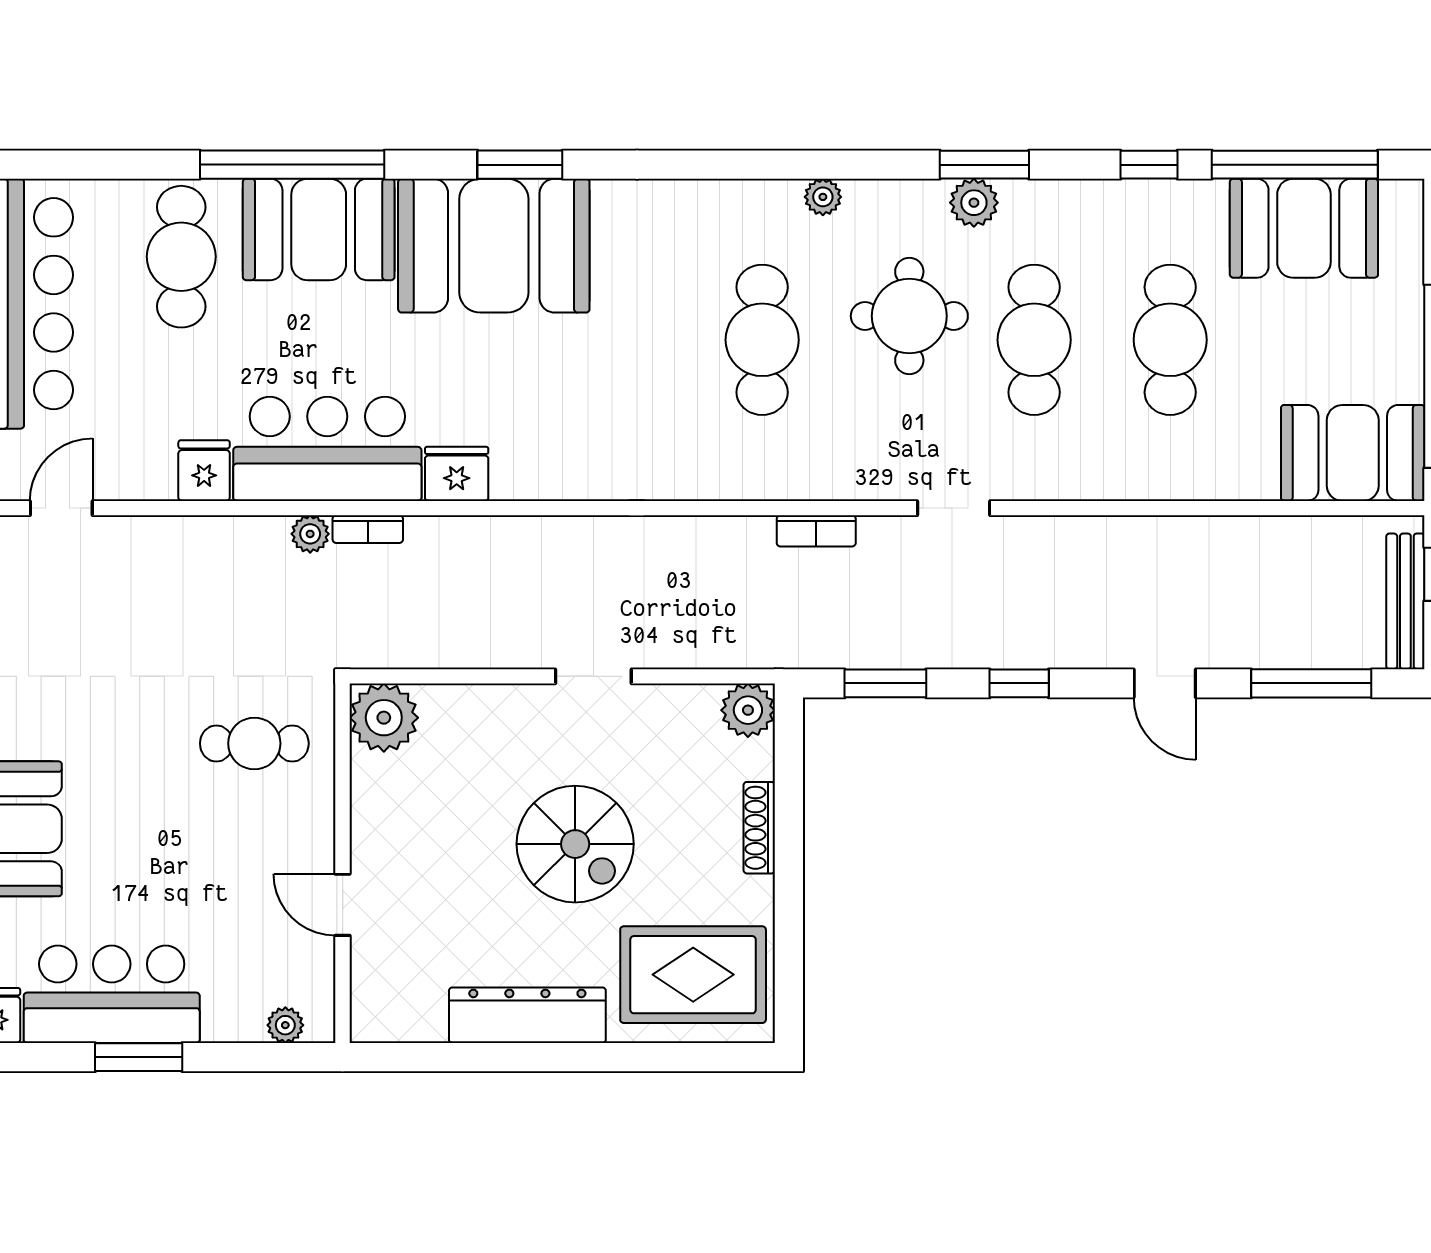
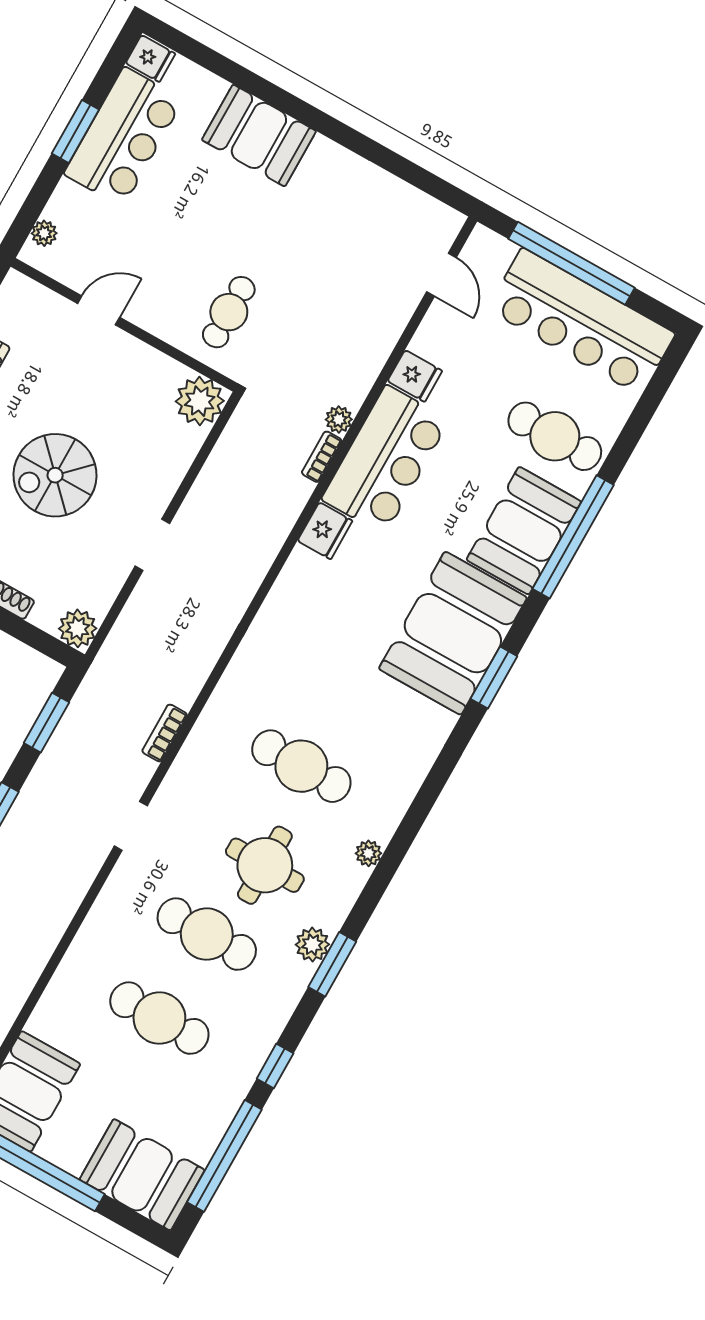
booth: (1304, 228) -> (142, 1175), moved, turned 90

